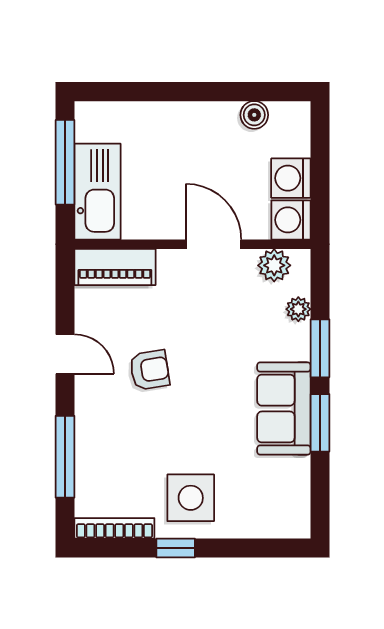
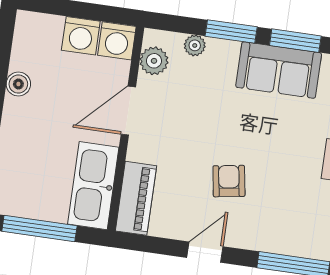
boiler: (254, 115) -> (18, 84), moved
kitchen sink: (97, 192) -> (93, 186), moved, turned -90

